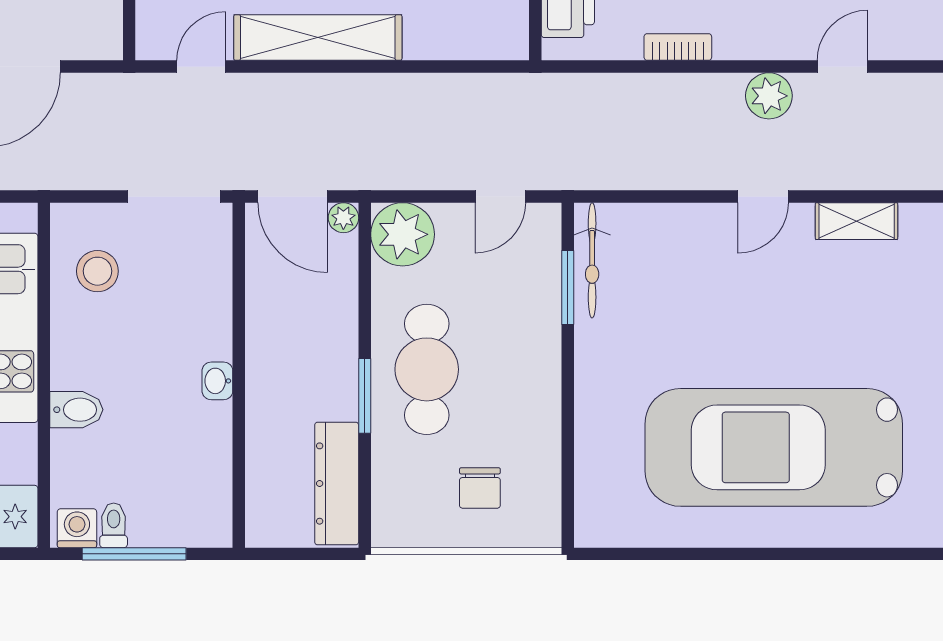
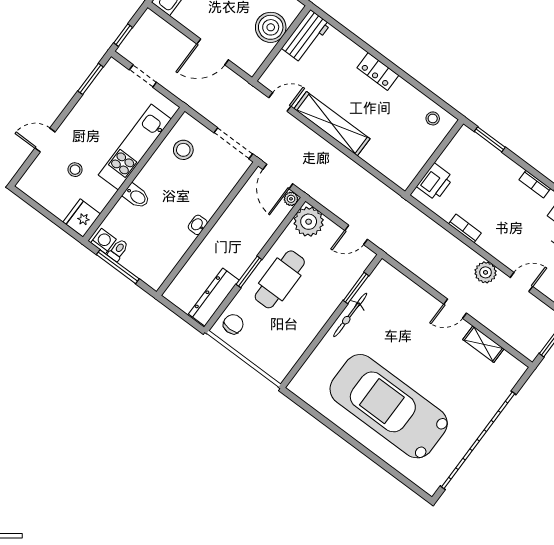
bicycle: (592, 260) -> (350, 315), moved
chair: (480, 488) -> (233, 324), moved, turned 180

